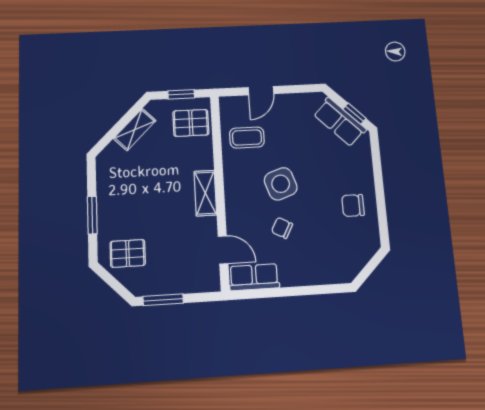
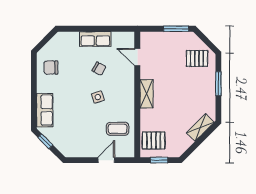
row of seats: (340, 122) -> (45, 110), moved, turned 45
shelving: (135, 130) -> (200, 128), moved
side table: (281, 184) -> (98, 97), width x0.54, depth x0.54
chair: (353, 205) -> (51, 68), moved, turned 180
row of seats: (254, 277) -> (95, 39), moved

